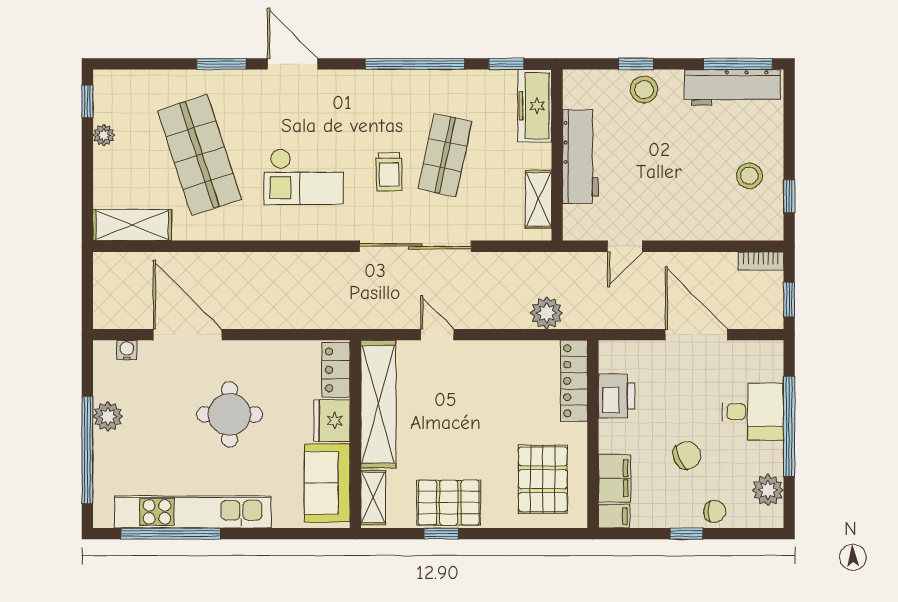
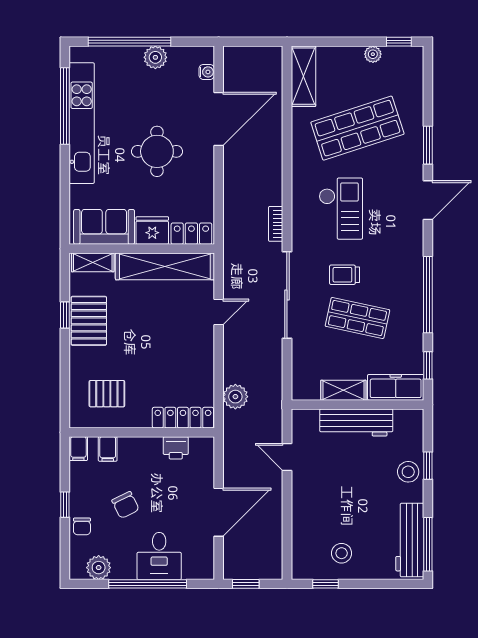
checkout: (304, 177) -> (341, 209), turned 180
shelving: (538, 199) -> (343, 390), moved
bookcase: (761, 261) -> (276, 224), moved
printer: (617, 396) -> (176, 448), width x0.73, depth x0.81
filing cabinet: (614, 478) -> (108, 449), width x0.50
pallet: (543, 479) -> (107, 394), width x0.67, depth x0.71

